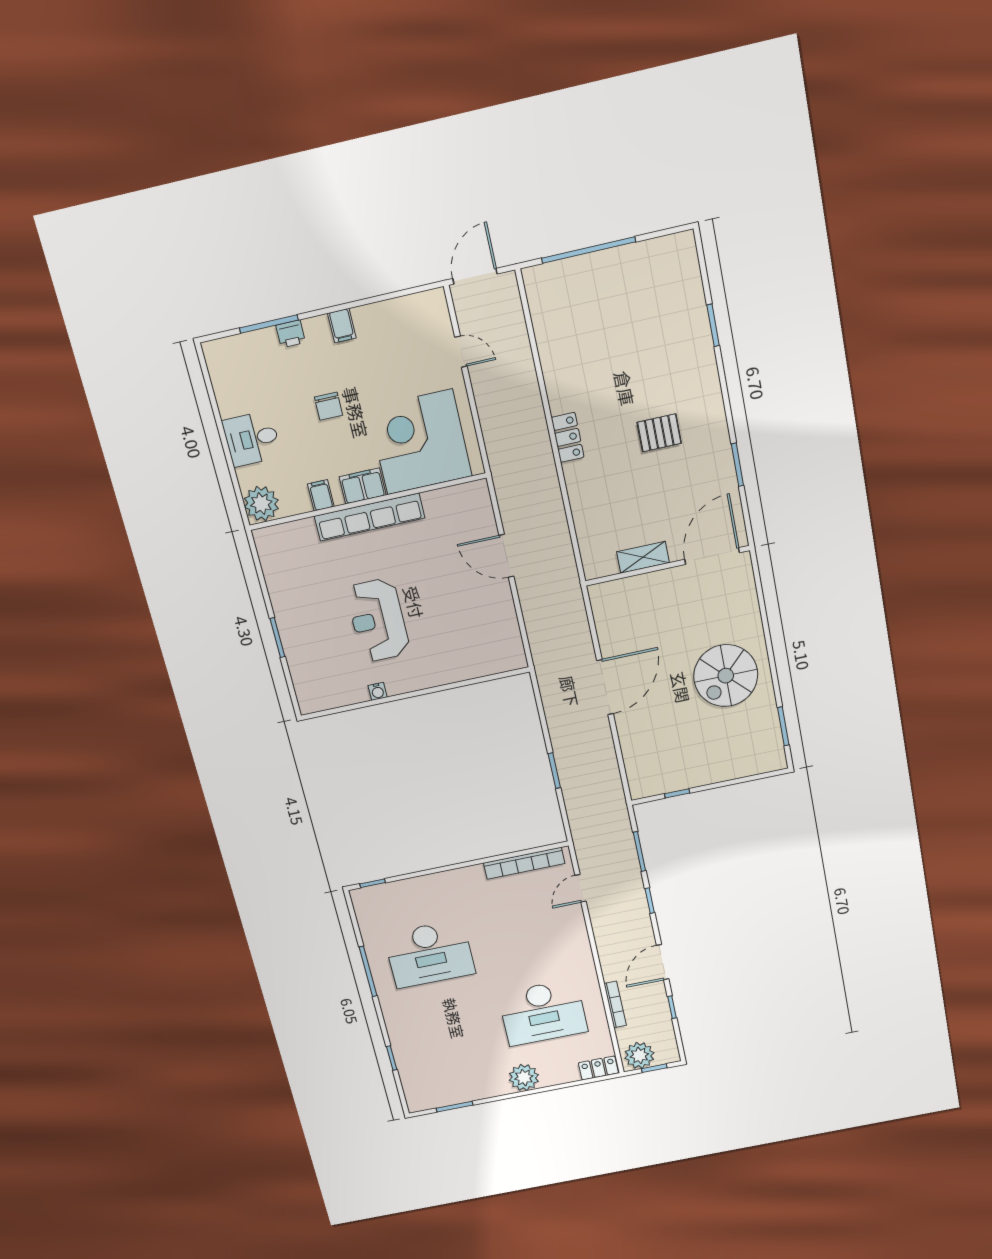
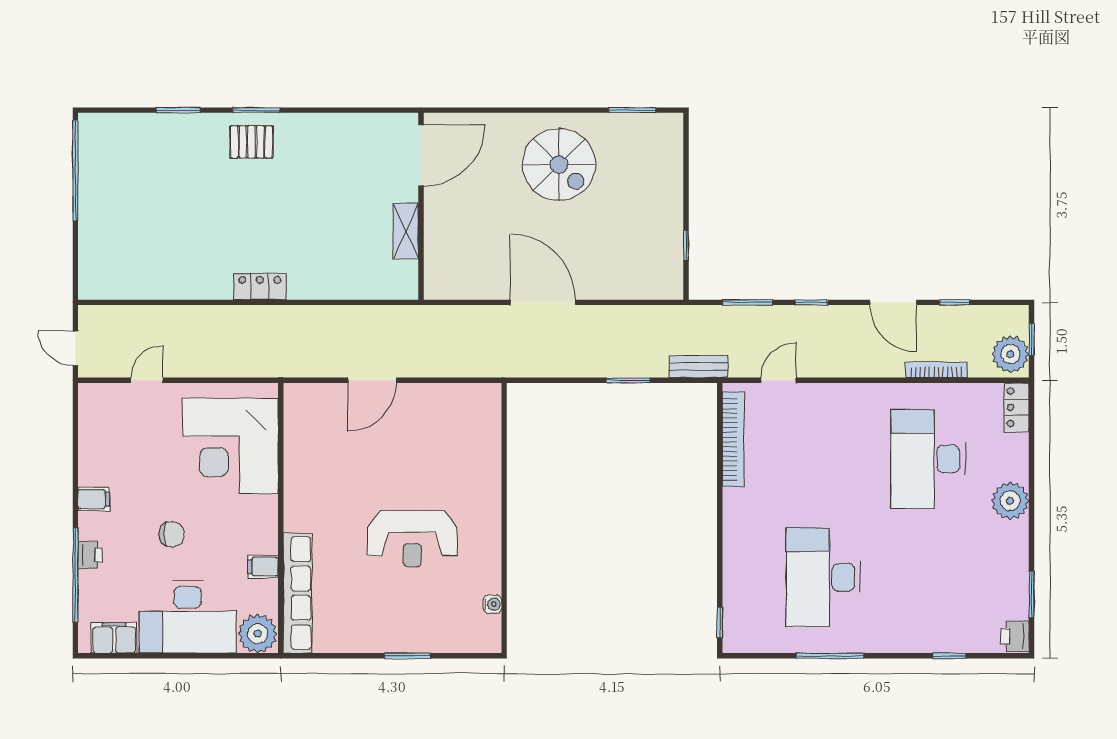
window: (588, 250) -> (75, 171), moved
door: (475, 276) -> (75, 348), width x0.73
window: (269, 324) -> (75, 575), width x1.46
pallet: (659, 433) -> (251, 142), moved, turned 90
desk: (252, 439) -> (188, 617), width x1.87, depth x1.30
window: (737, 465) -> (256, 110), moved
filing cabinet: (363, 486) -> (114, 638), moved, turned 90
row of seats: (369, 517) -> (297, 593), moved
door: (712, 556) -> (421, 155), swing flipped
water cooler: (378, 691) -> (492, 604), moved
bench: (578, 824) -> (698, 367), added
door: (581, 888) -> (779, 380), swing flipped
desk: (429, 954) -> (823, 577), turned 180
desk: (543, 1012) -> (928, 459), turned 180
printer: (419, 1101) -> (1015, 636), added

